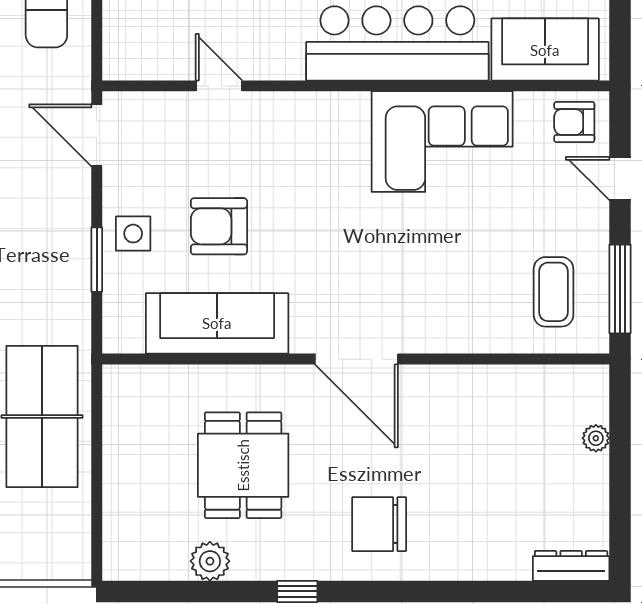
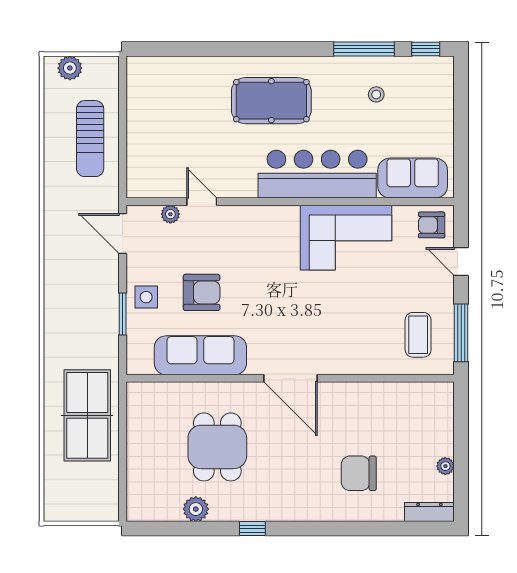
plant: (171, 105) -> (170, 214), added
armchair: (219, 226) -> (202, 292), turned 180
plant: (596, 438) -> (445, 466), moved
chair: (379, 524) -> (359, 473), moved

